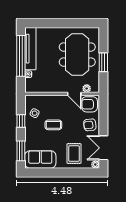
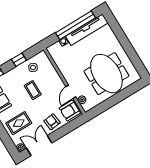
meeting table: (77, 55) -> (106, 74), turned 90
window: (103, 62) -> (114, 100), removed
armchair: (90, 104) -> (70, 111), turned -90

